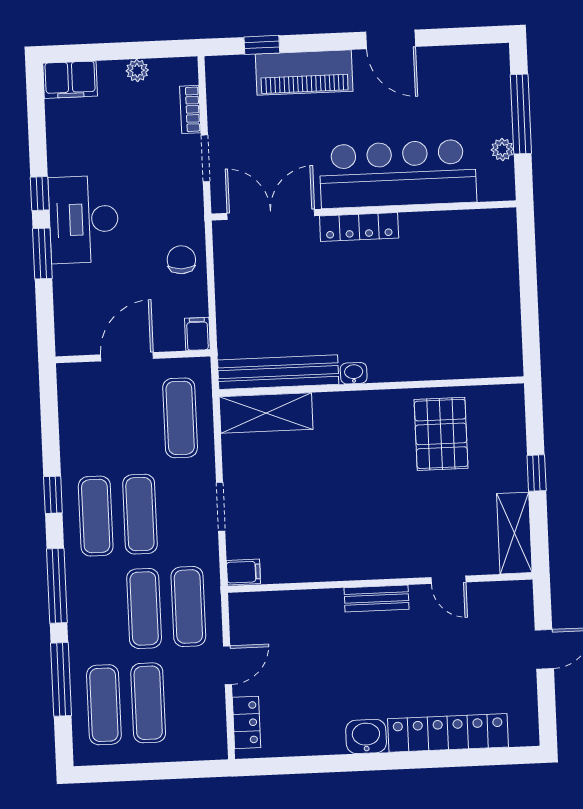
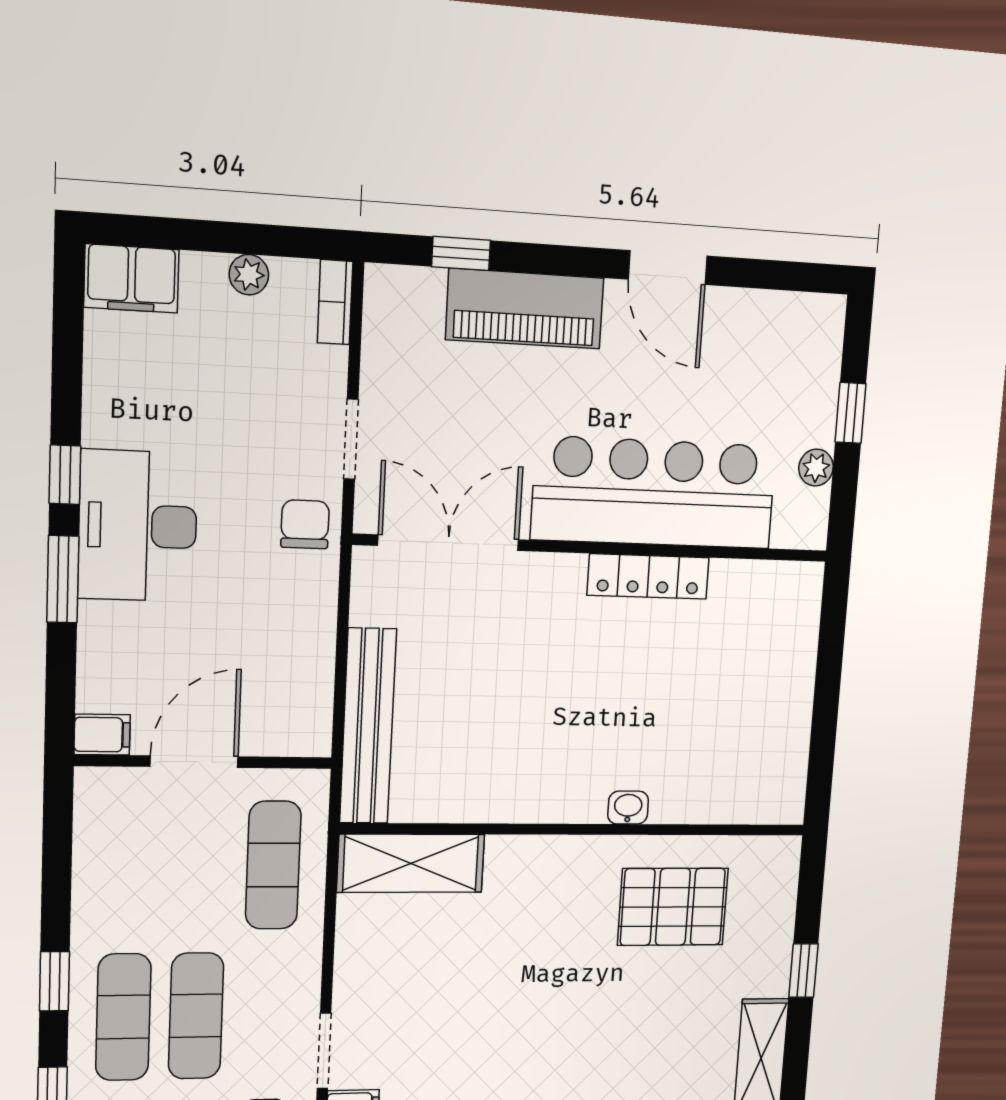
bookcase: (190, 109) -> (335, 302), moved
window: (521, 114) -> (851, 413), width x0.46
locker: (359, 227) -> (648, 576), moved
chair: (181, 260) -> (305, 524), moved
filing cabinet: (197, 334) -> (102, 735), moved, turned 90
bench: (278, 372) -> (368, 726), moved, turned 90
washbasin: (354, 373) -> (628, 808), moved
pallet: (441, 434) -> (673, 907), turned 90
doorway: (221, 507) -> (324, 1051), moved

